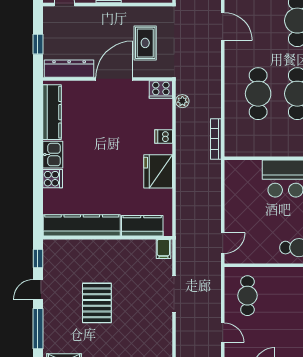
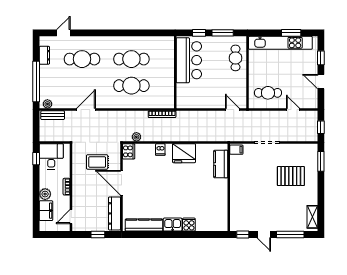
kitchen counter: (82, 225) -> (220, 205), removed
pallet: (97, 303) -> (291, 176), moved
door: (223, 333) -> (293, 110), hinge flipped

